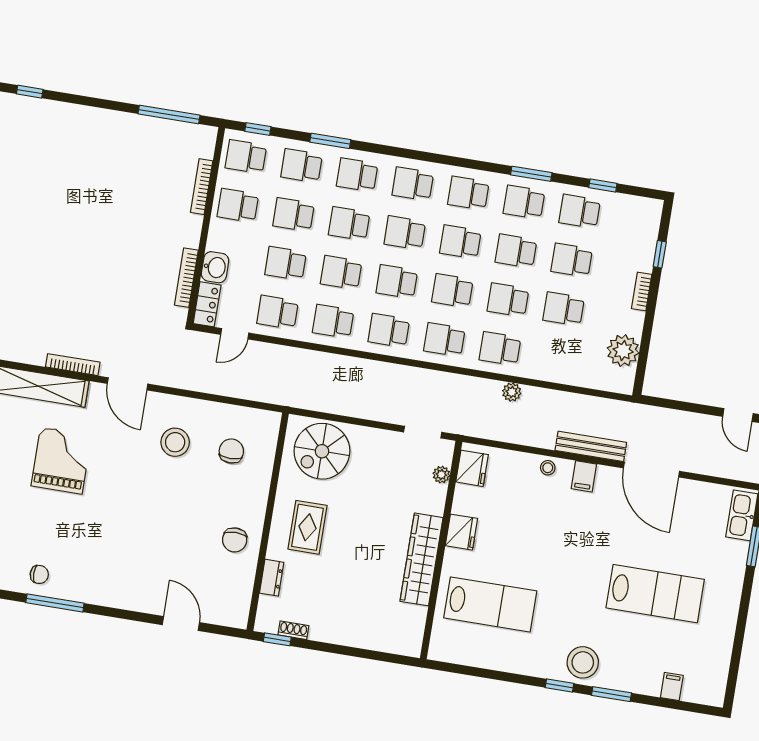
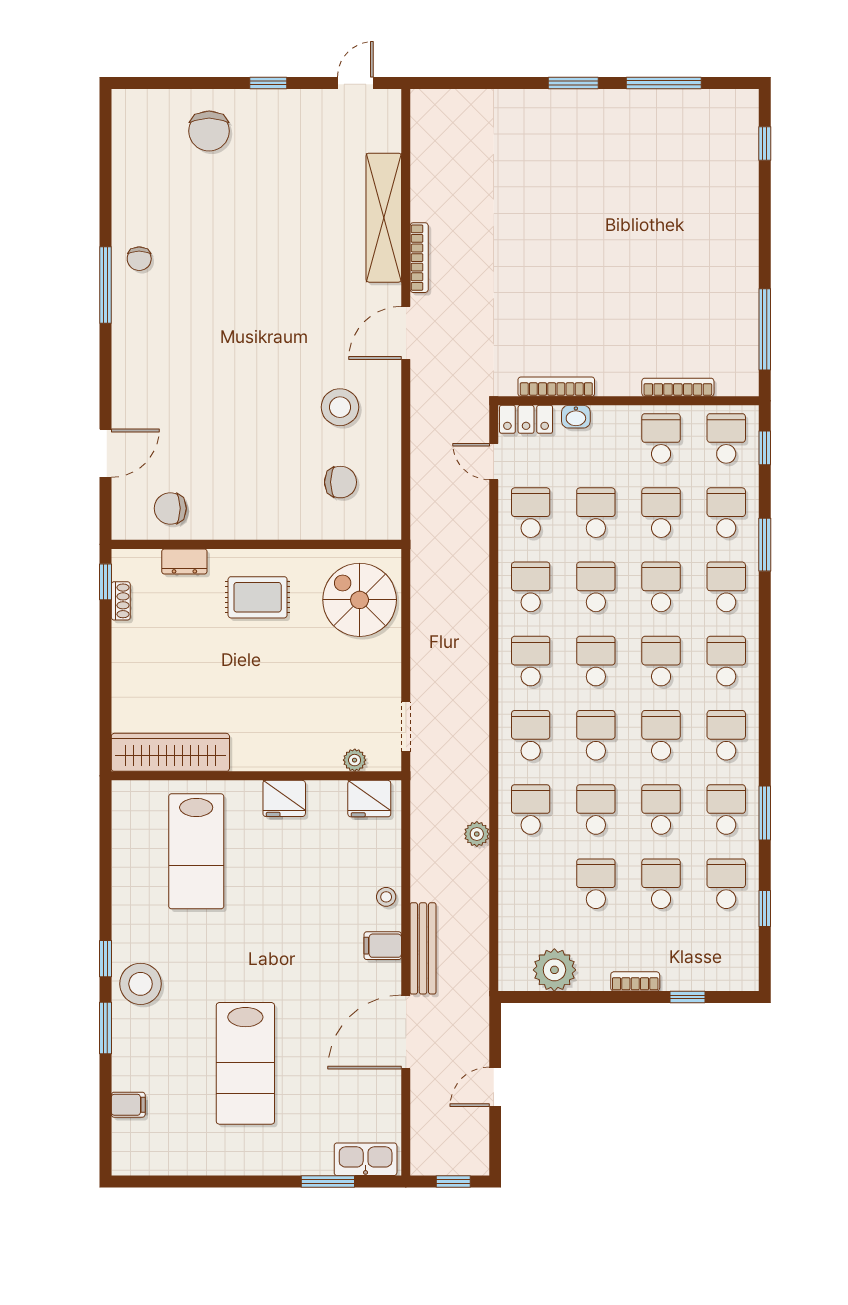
washbasin: (215, 267) -> (576, 417), width x0.72, depth x0.69
door: (738, 415) -> (495, 1087), moved
grand piano: (61, 461) -> (292, 263), removed
chair: (235, 540) -> (170, 508), moved
wardrobe: (421, 559) -> (170, 752), moved

